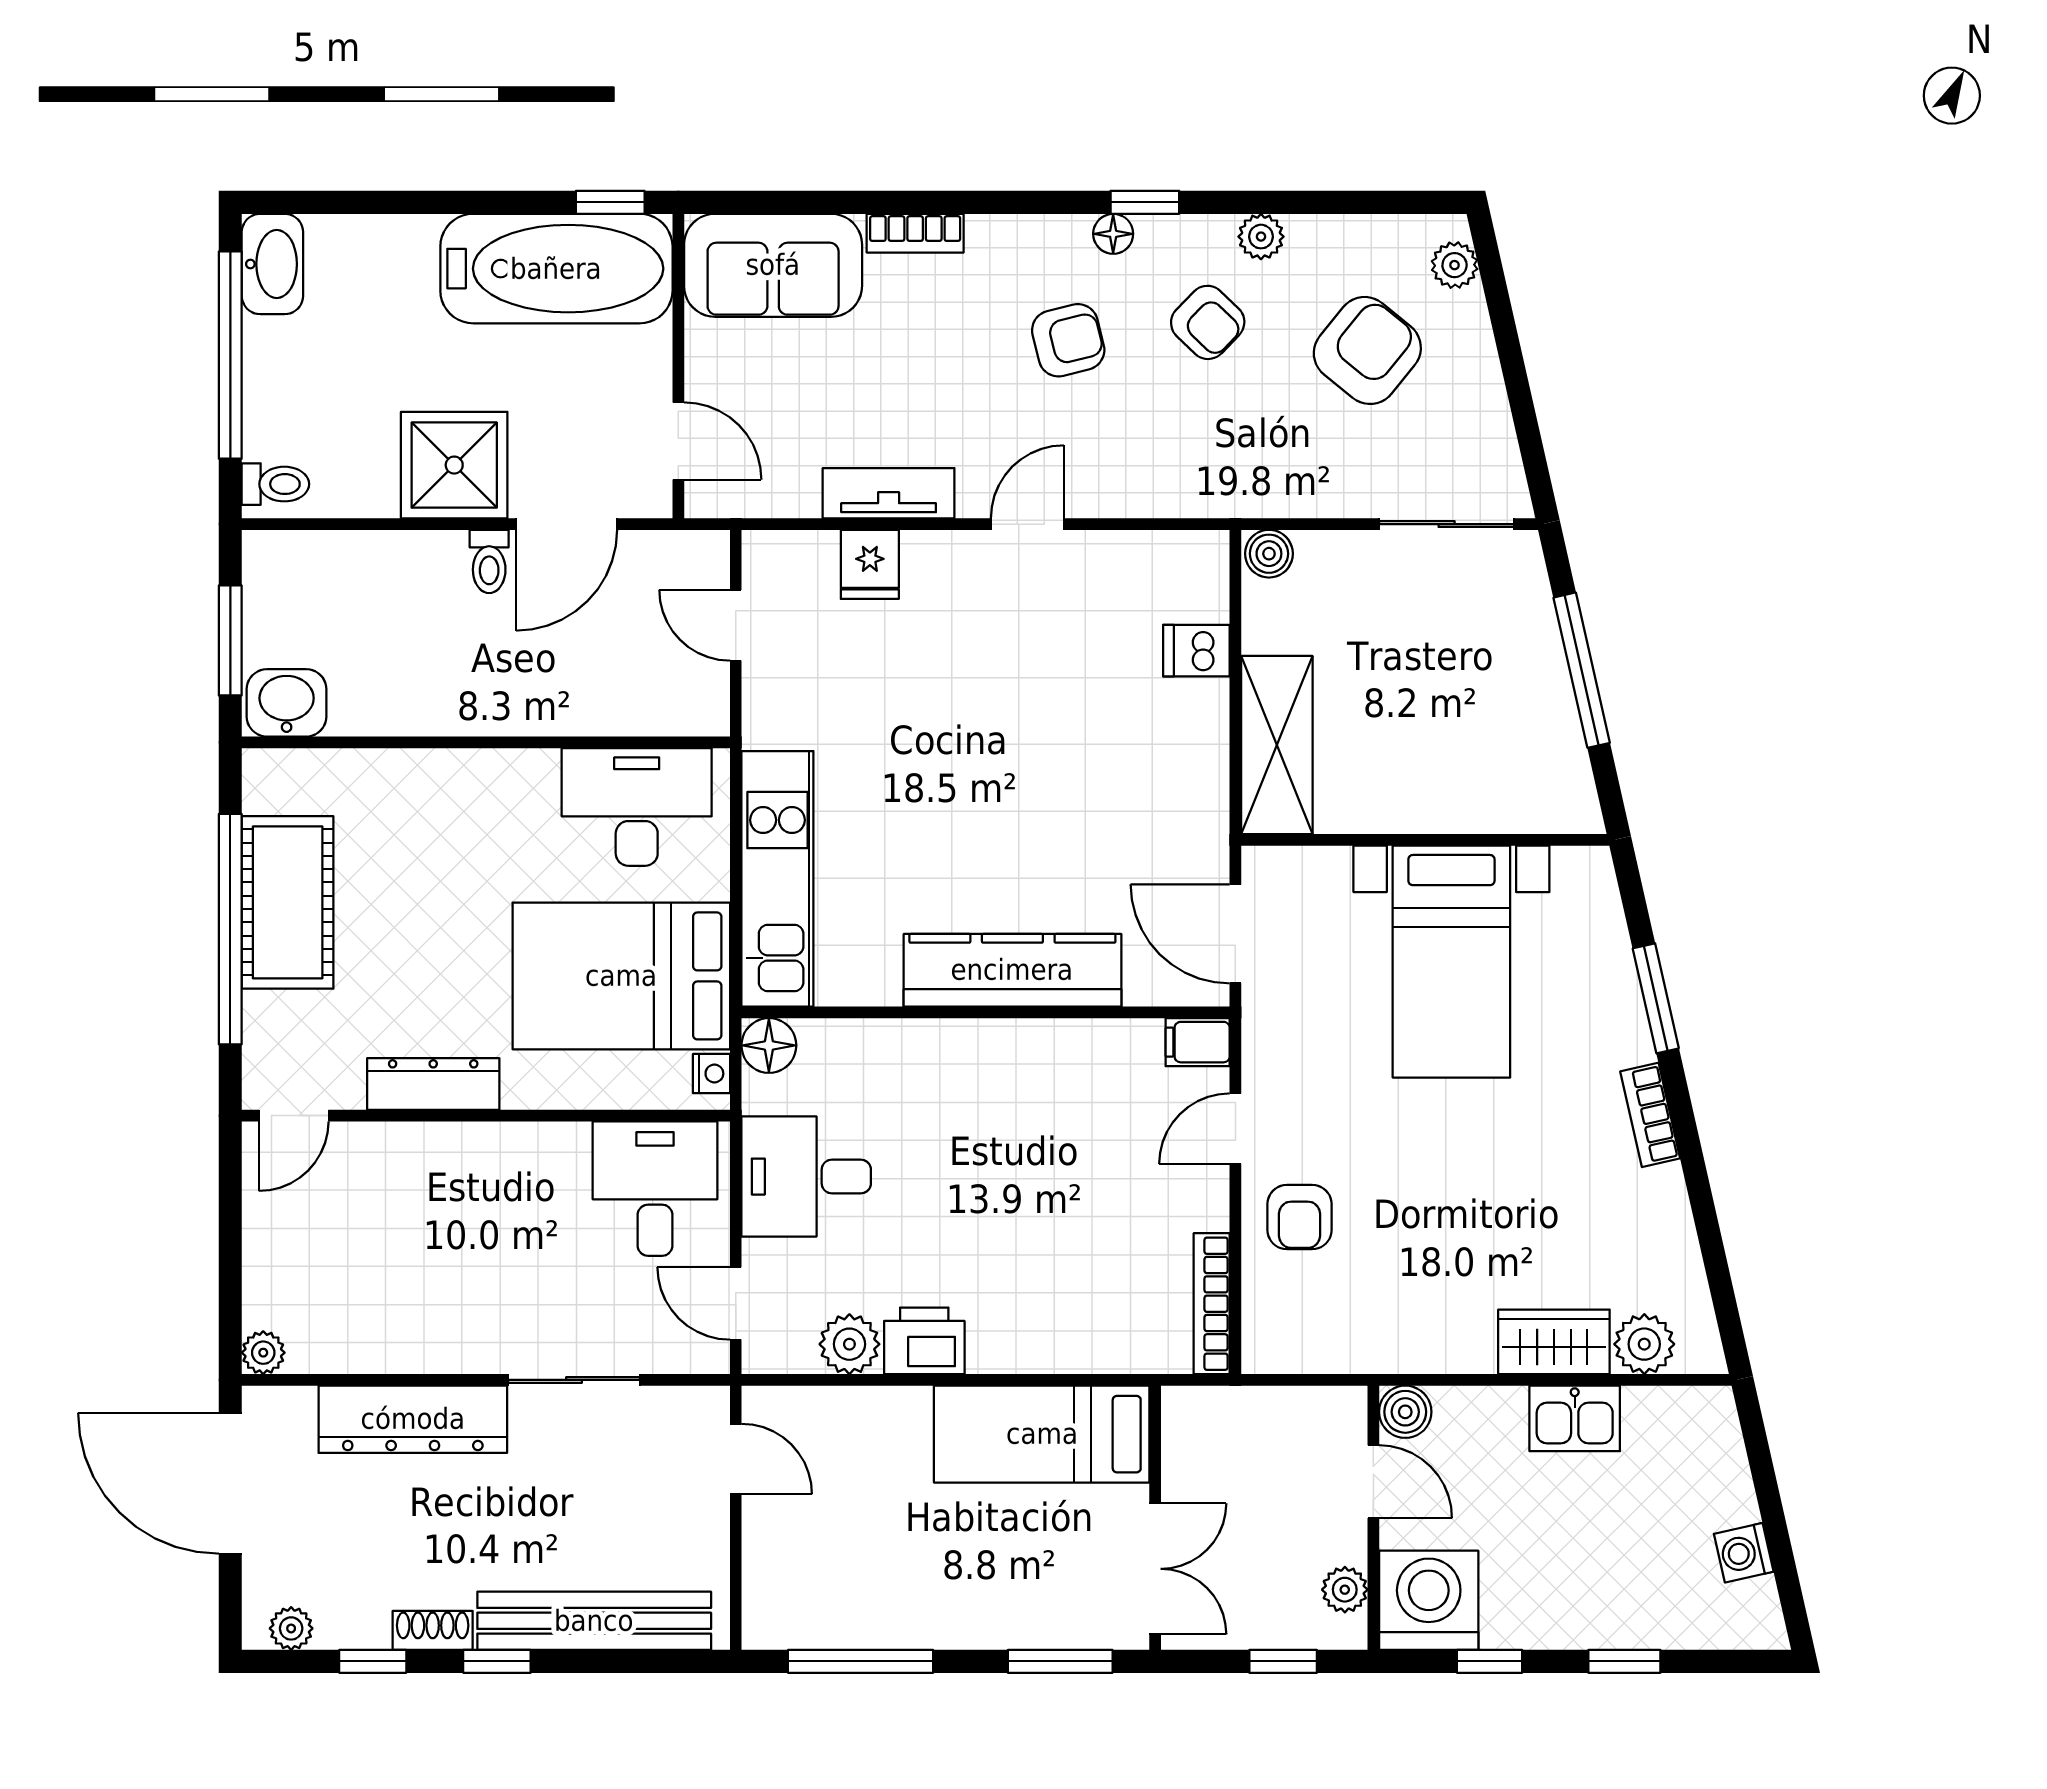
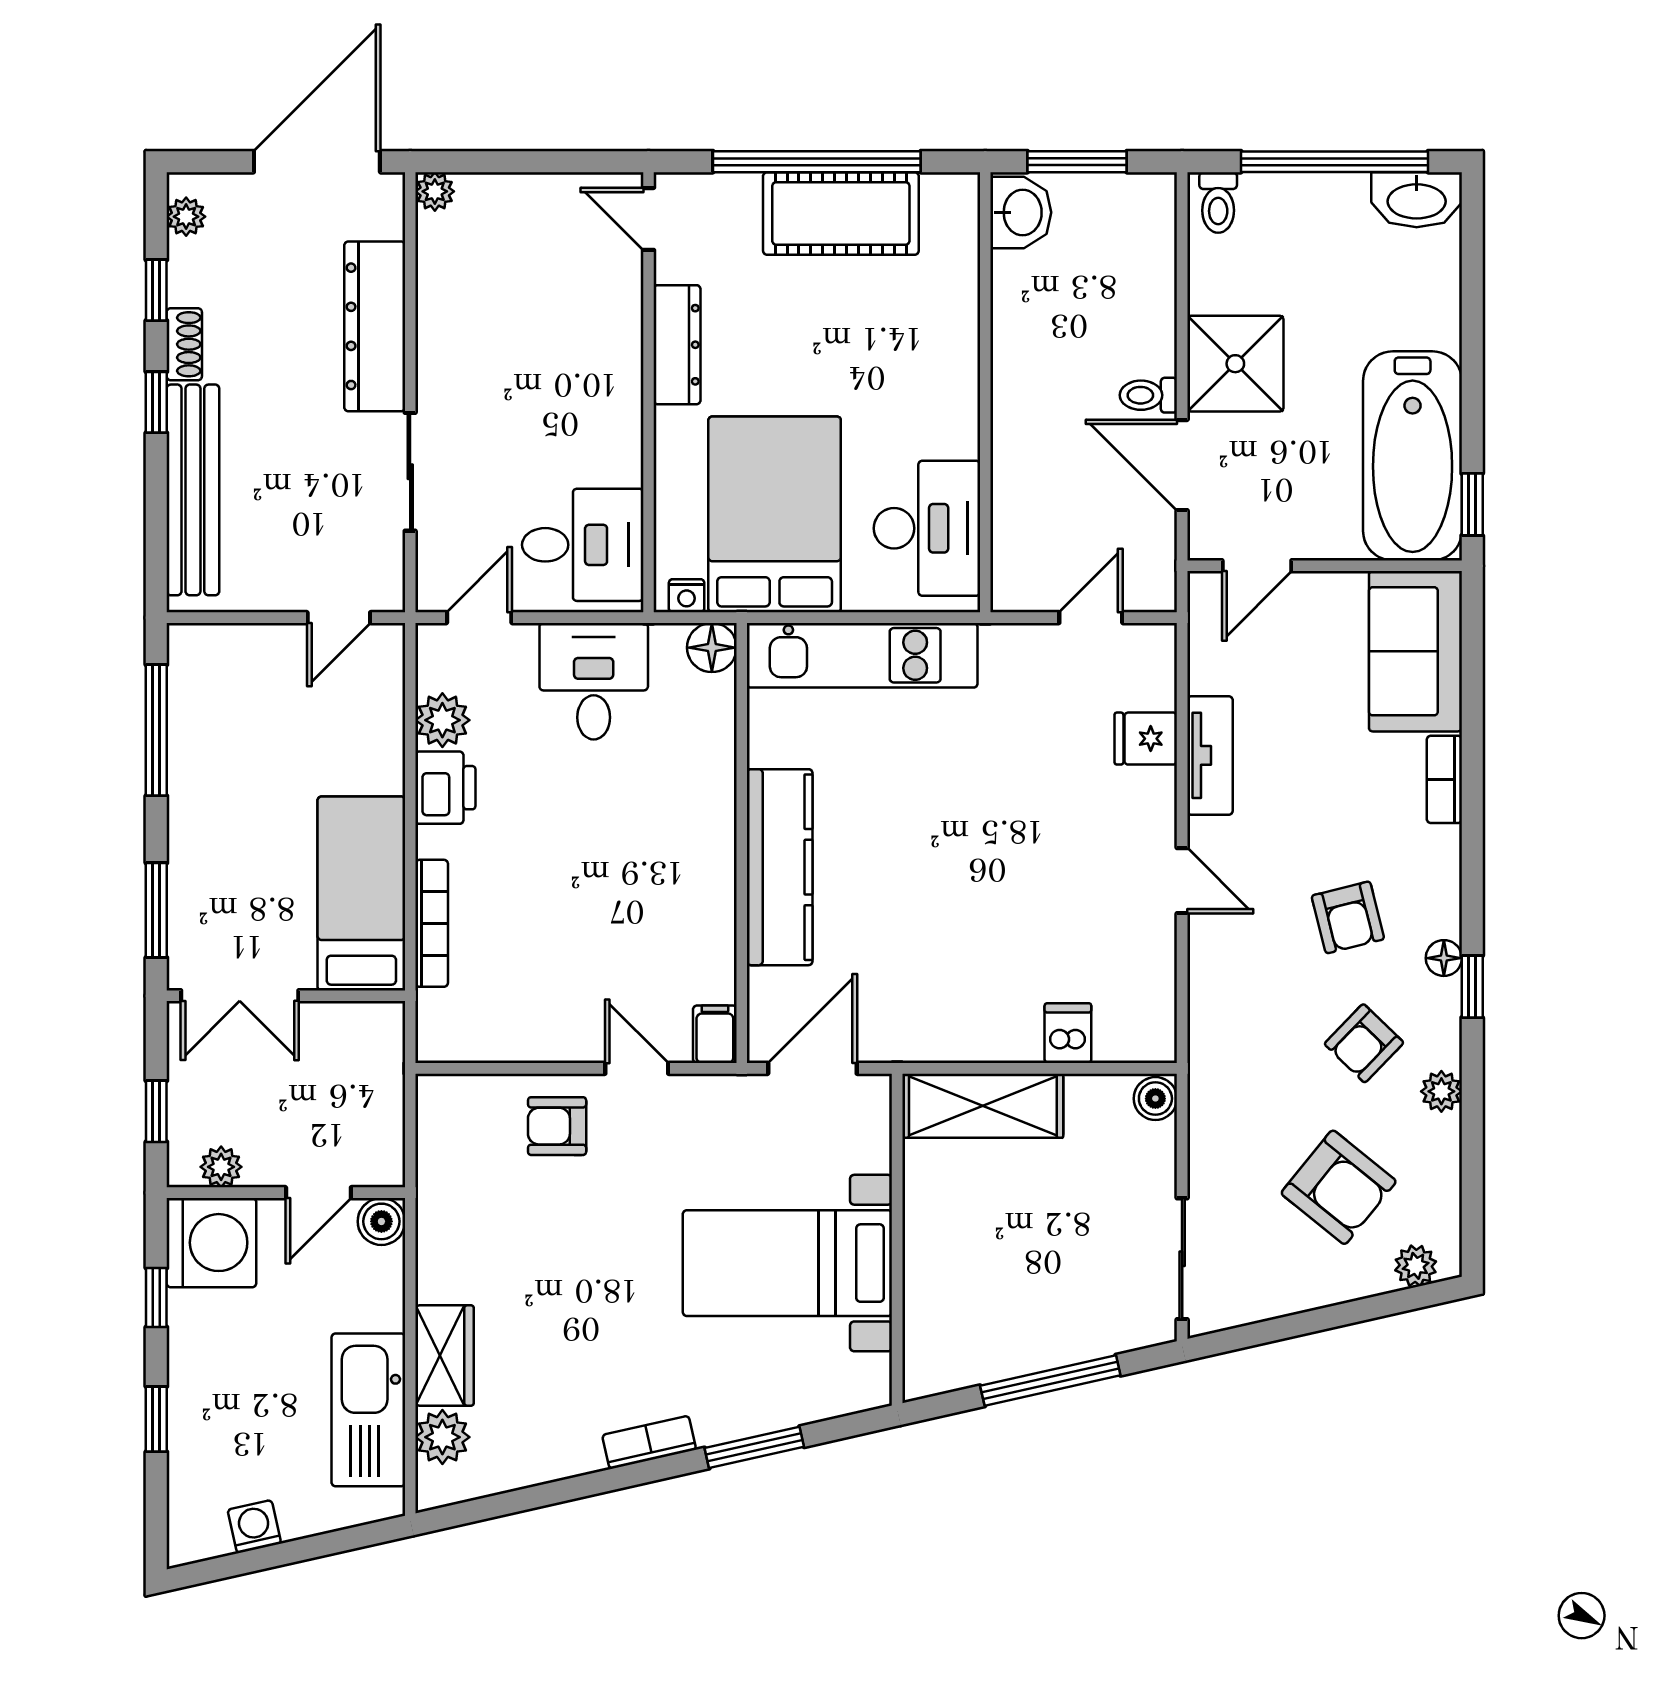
bookcase: (1212, 1304) -> (432, 923), moved, turned 90
kitchen sink: (1575, 1418) -> (368, 1410), width x1.88, depth x1.24

